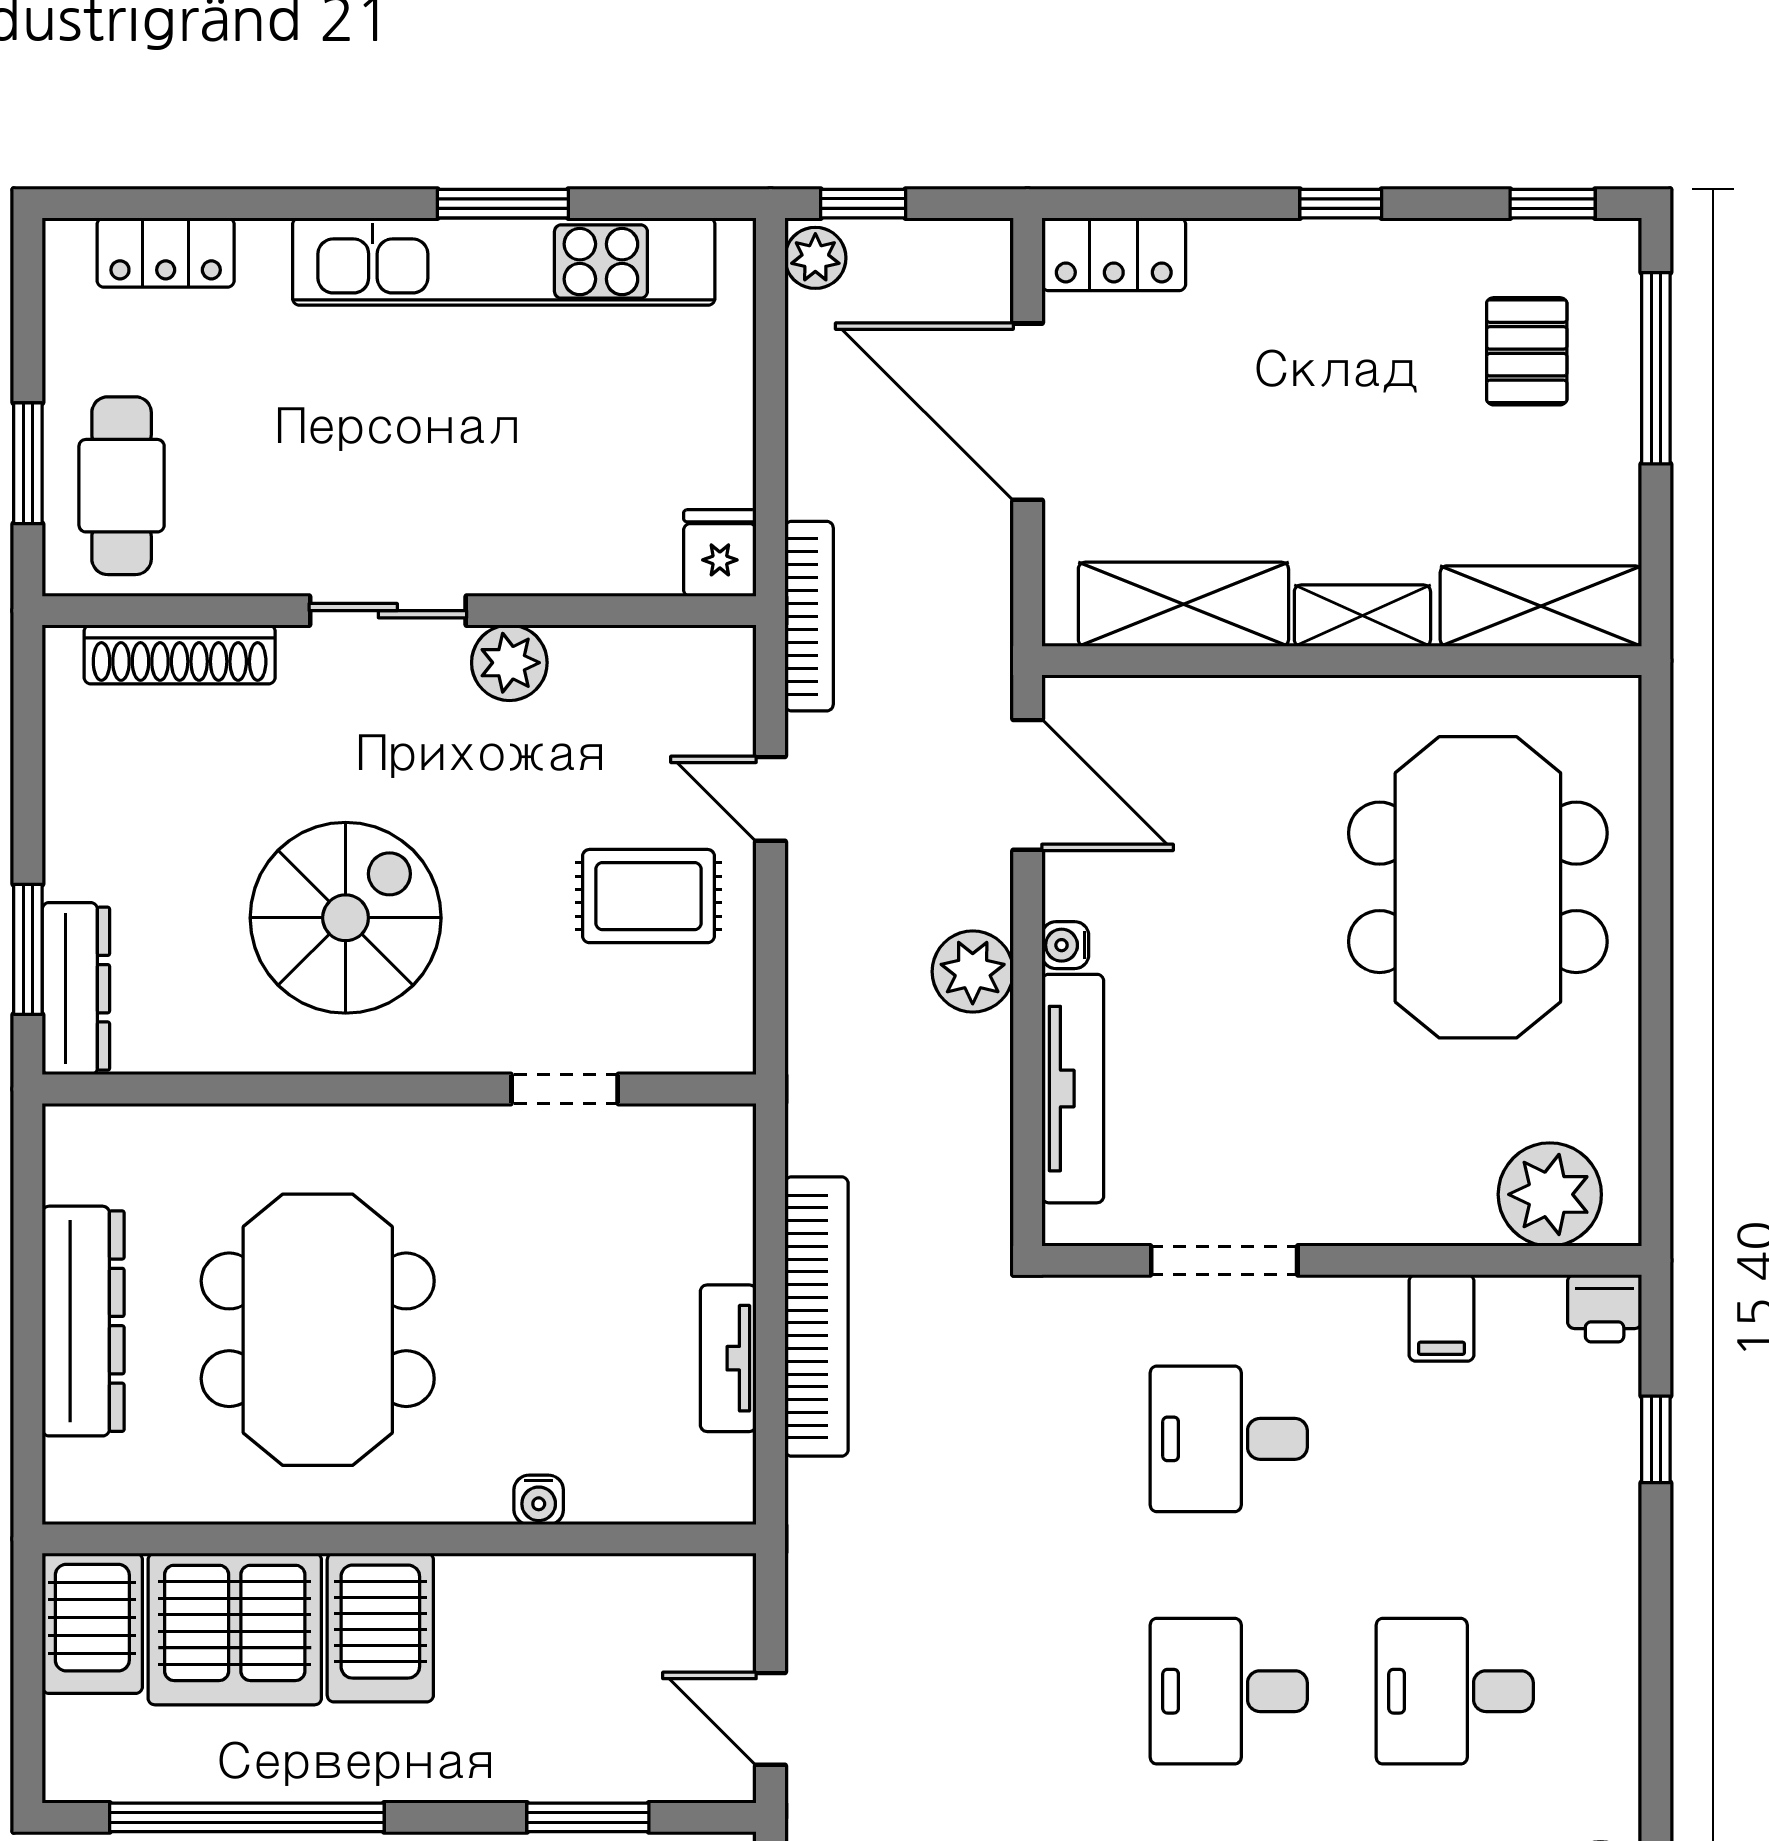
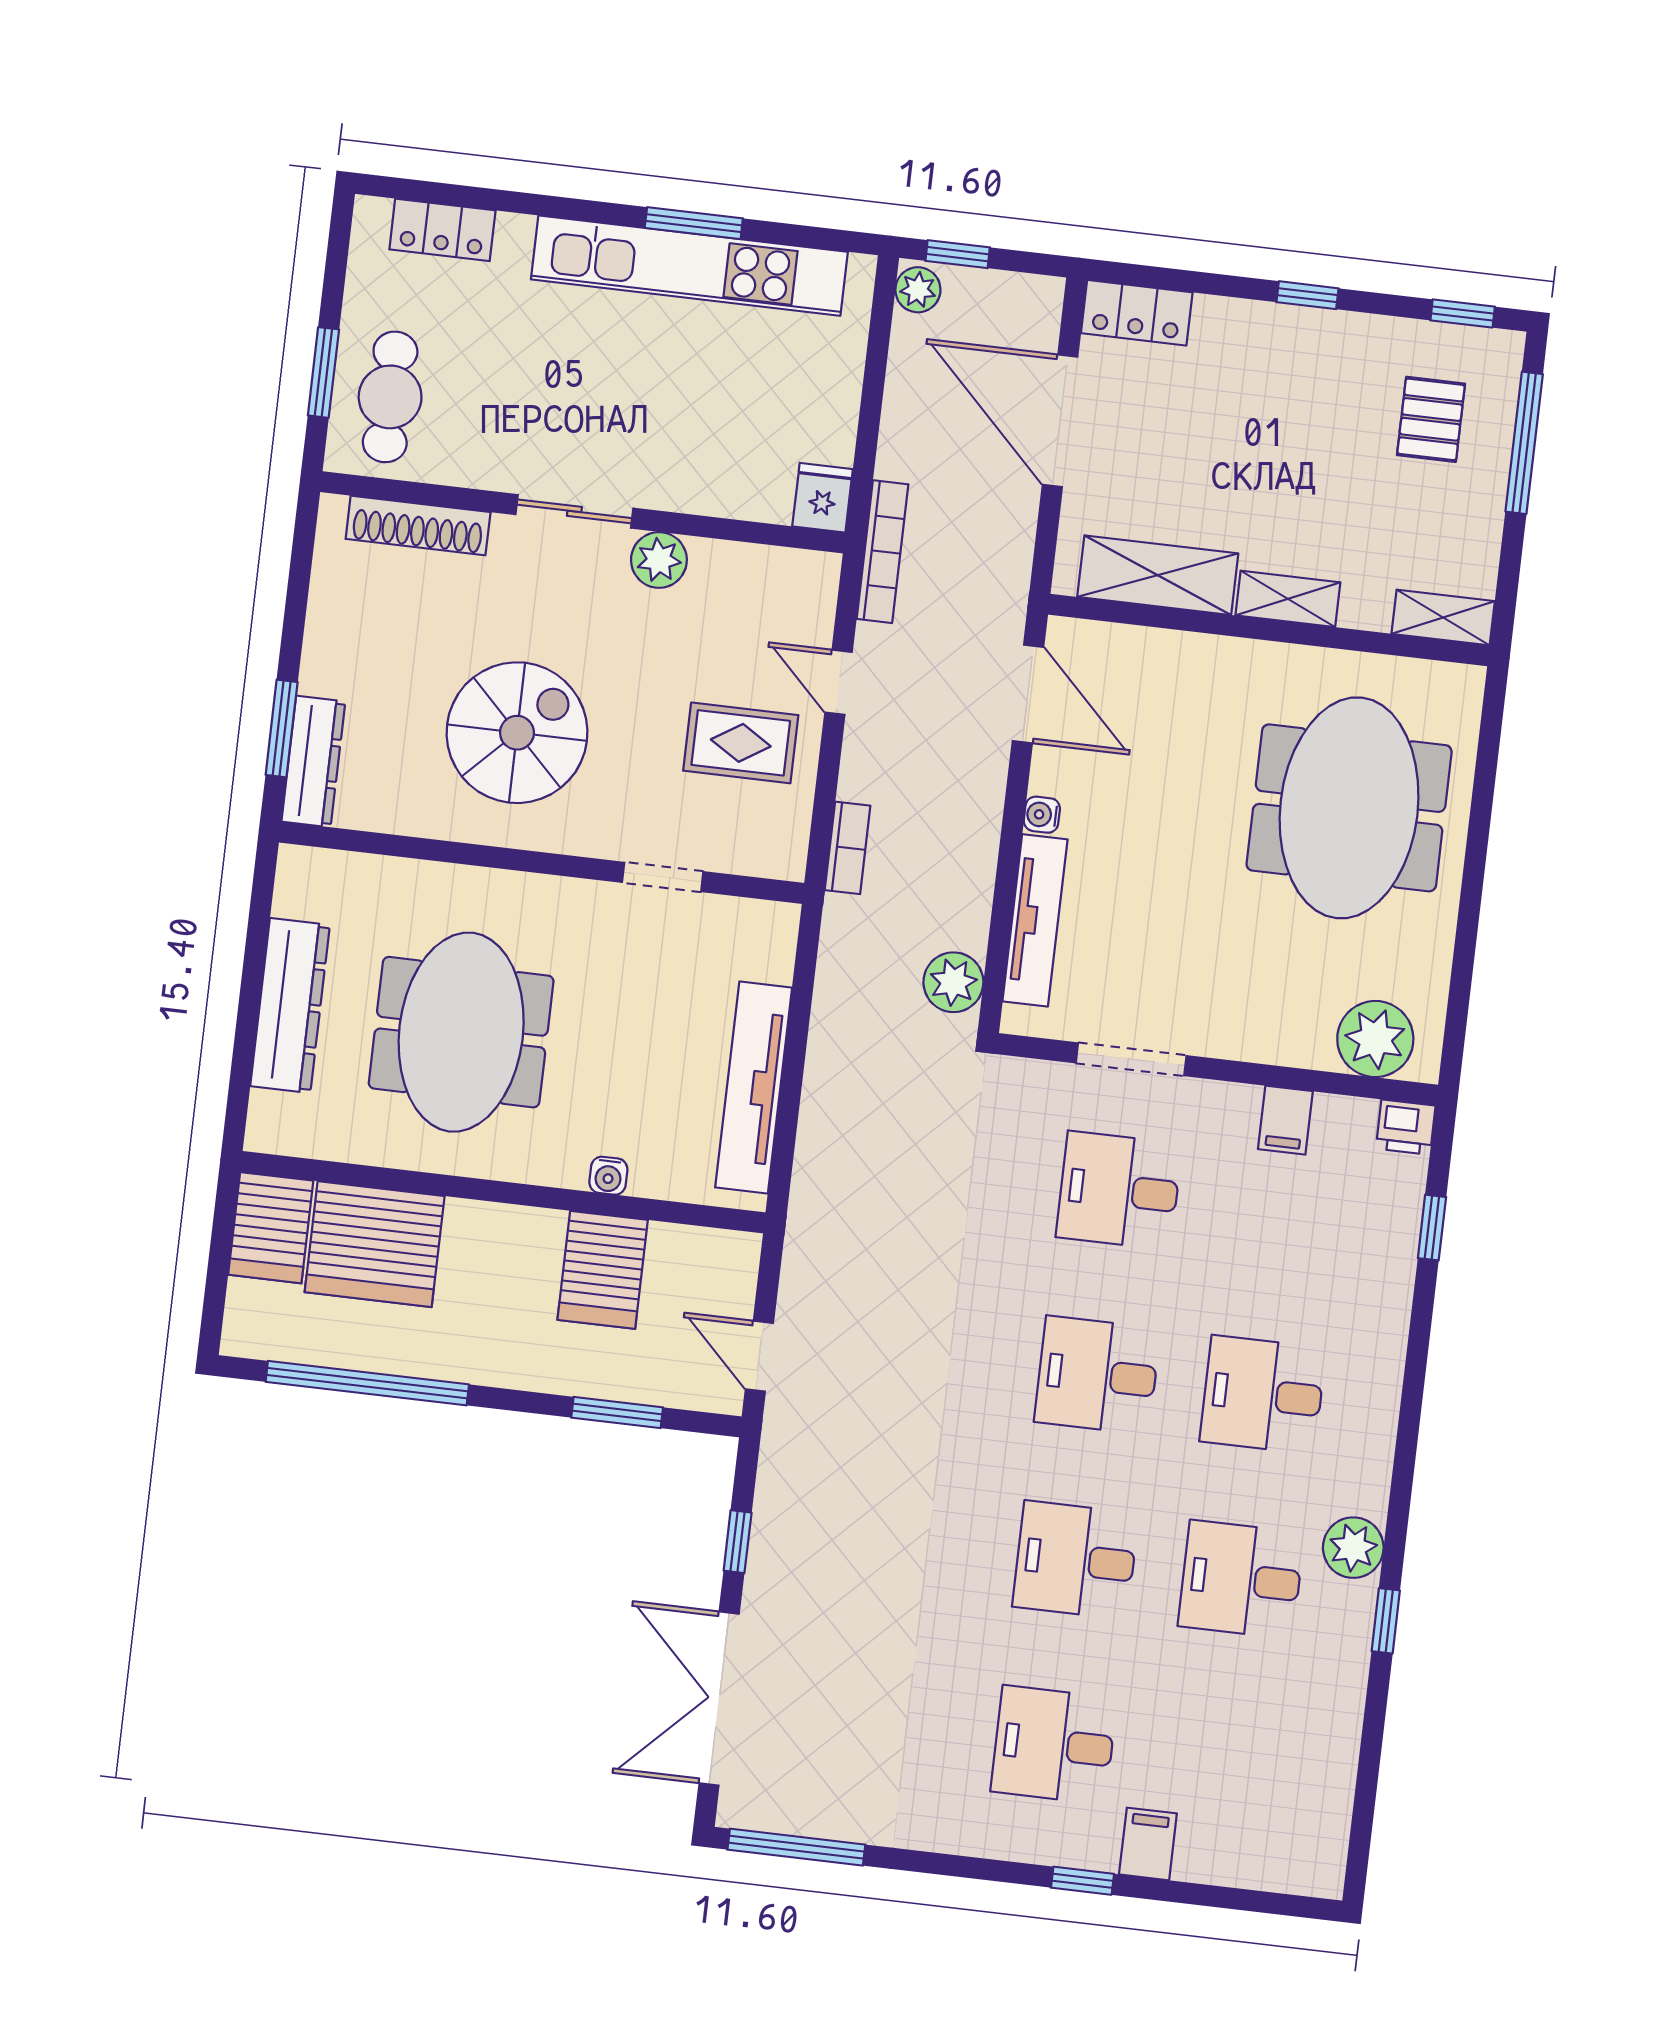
shelving: (1541, 606) -> (1443, 617), width x0.67, depth x0.75
plant: (973, 972) -> (953, 982), moved
bookcase: (817, 1317) -> (848, 848), moved, width x0.43, depth x0.76
tv unit: (728, 1358) -> (754, 1088), width x1.92, depth x1.29
server rack: (380, 1628) -> (603, 1270), moved

